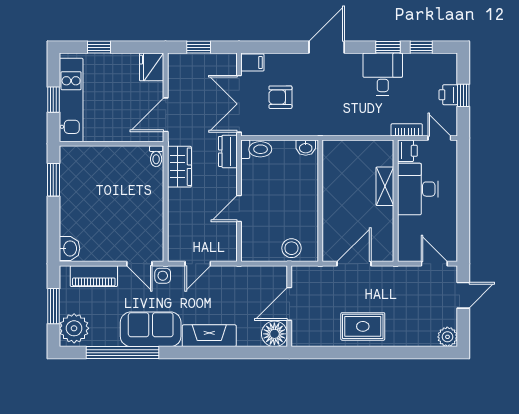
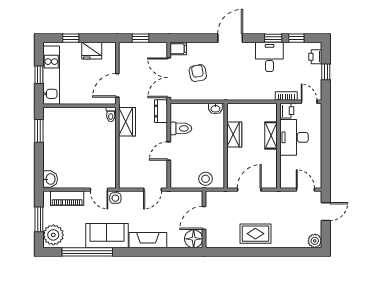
fridge: (152, 67) -> (92, 51), moved, turned -90
printer: (448, 95) -> (315, 57), moved
armchair: (280, 97) -> (198, 73), turned 79
toilet: (256, 149) -> (181, 128), moved
wardrobe: (333, 185) -> (234, 134), added
door: (198, 264) -> (153, 190), moved

